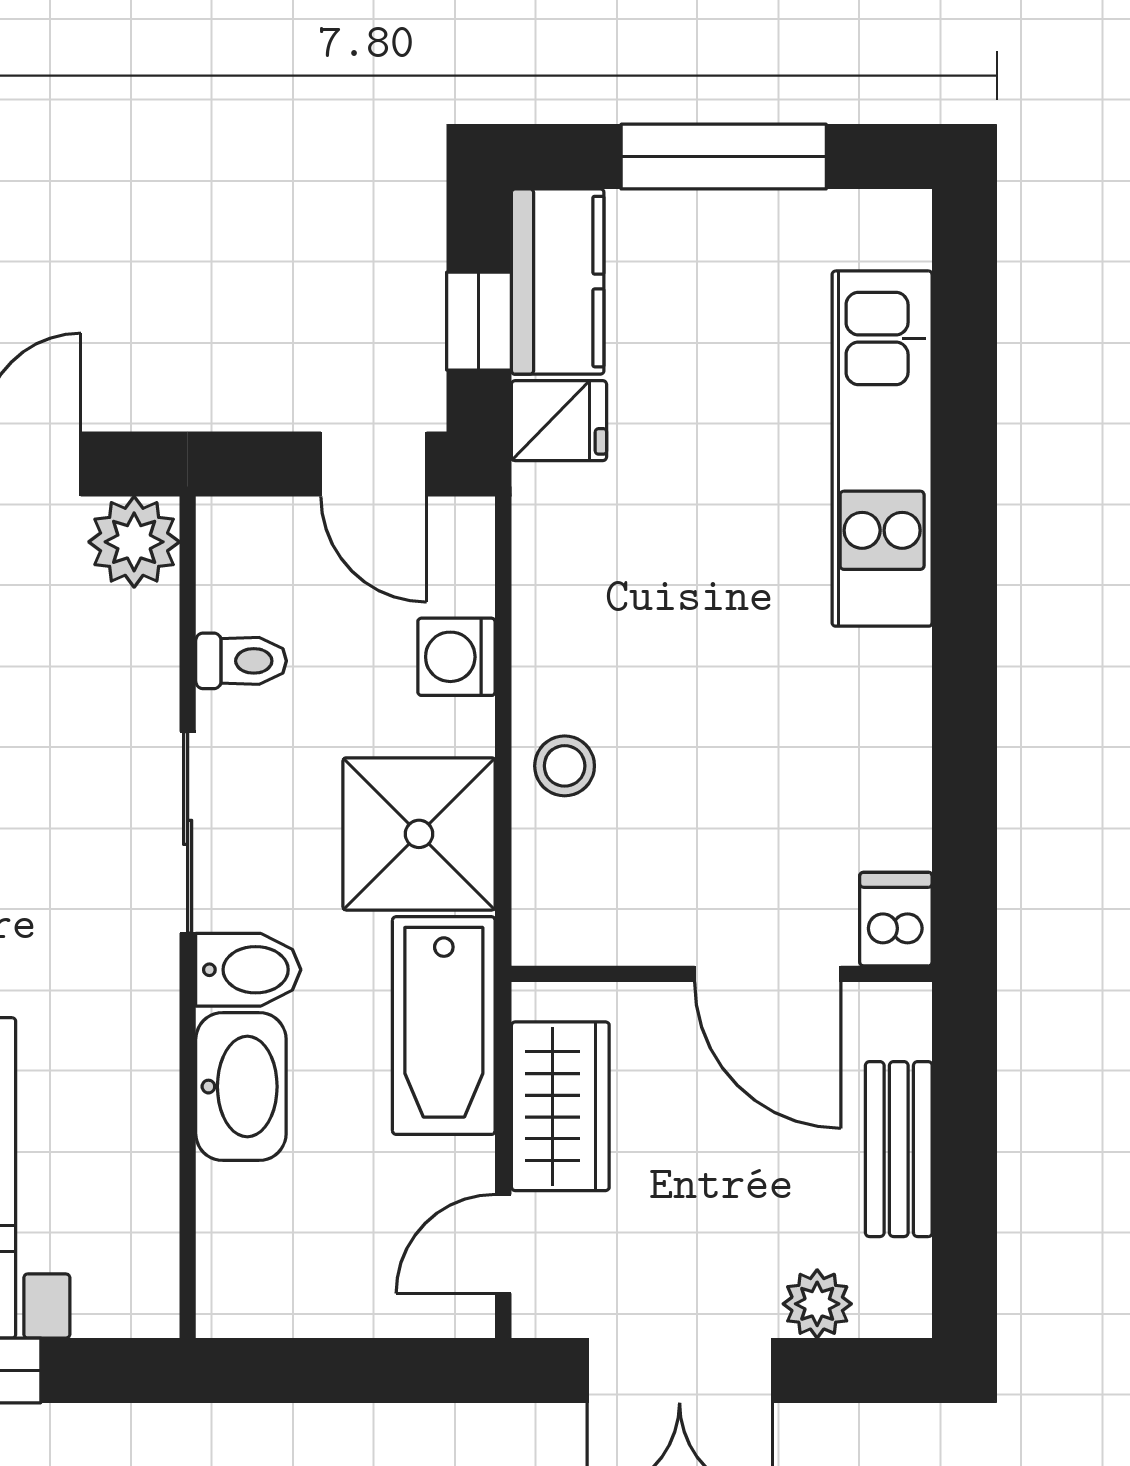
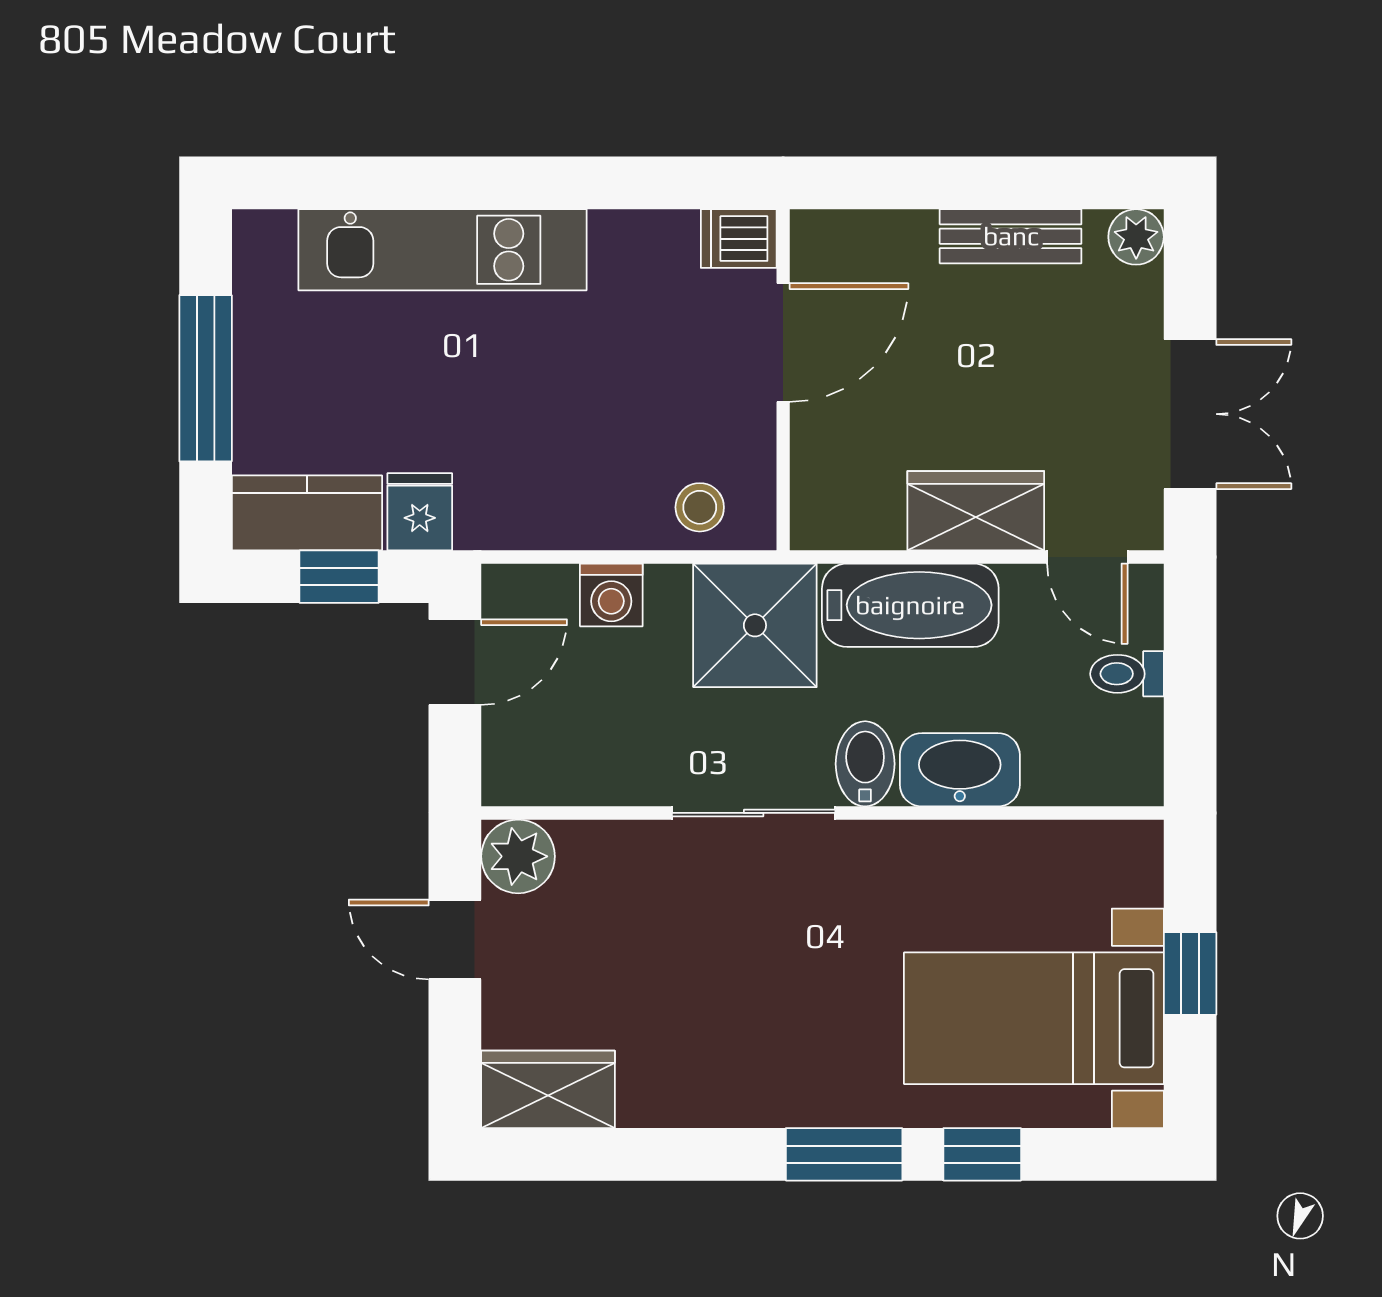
toilet: (241, 661) -> (1127, 674), moved, turned -90
dishwasher: (896, 919) -> (739, 239), moved
wall: (722, 974) -> (783, 380), moved
door: (768, 974) -> (783, 343), moved
plant: (817, 1304) -> (1136, 237), moved

